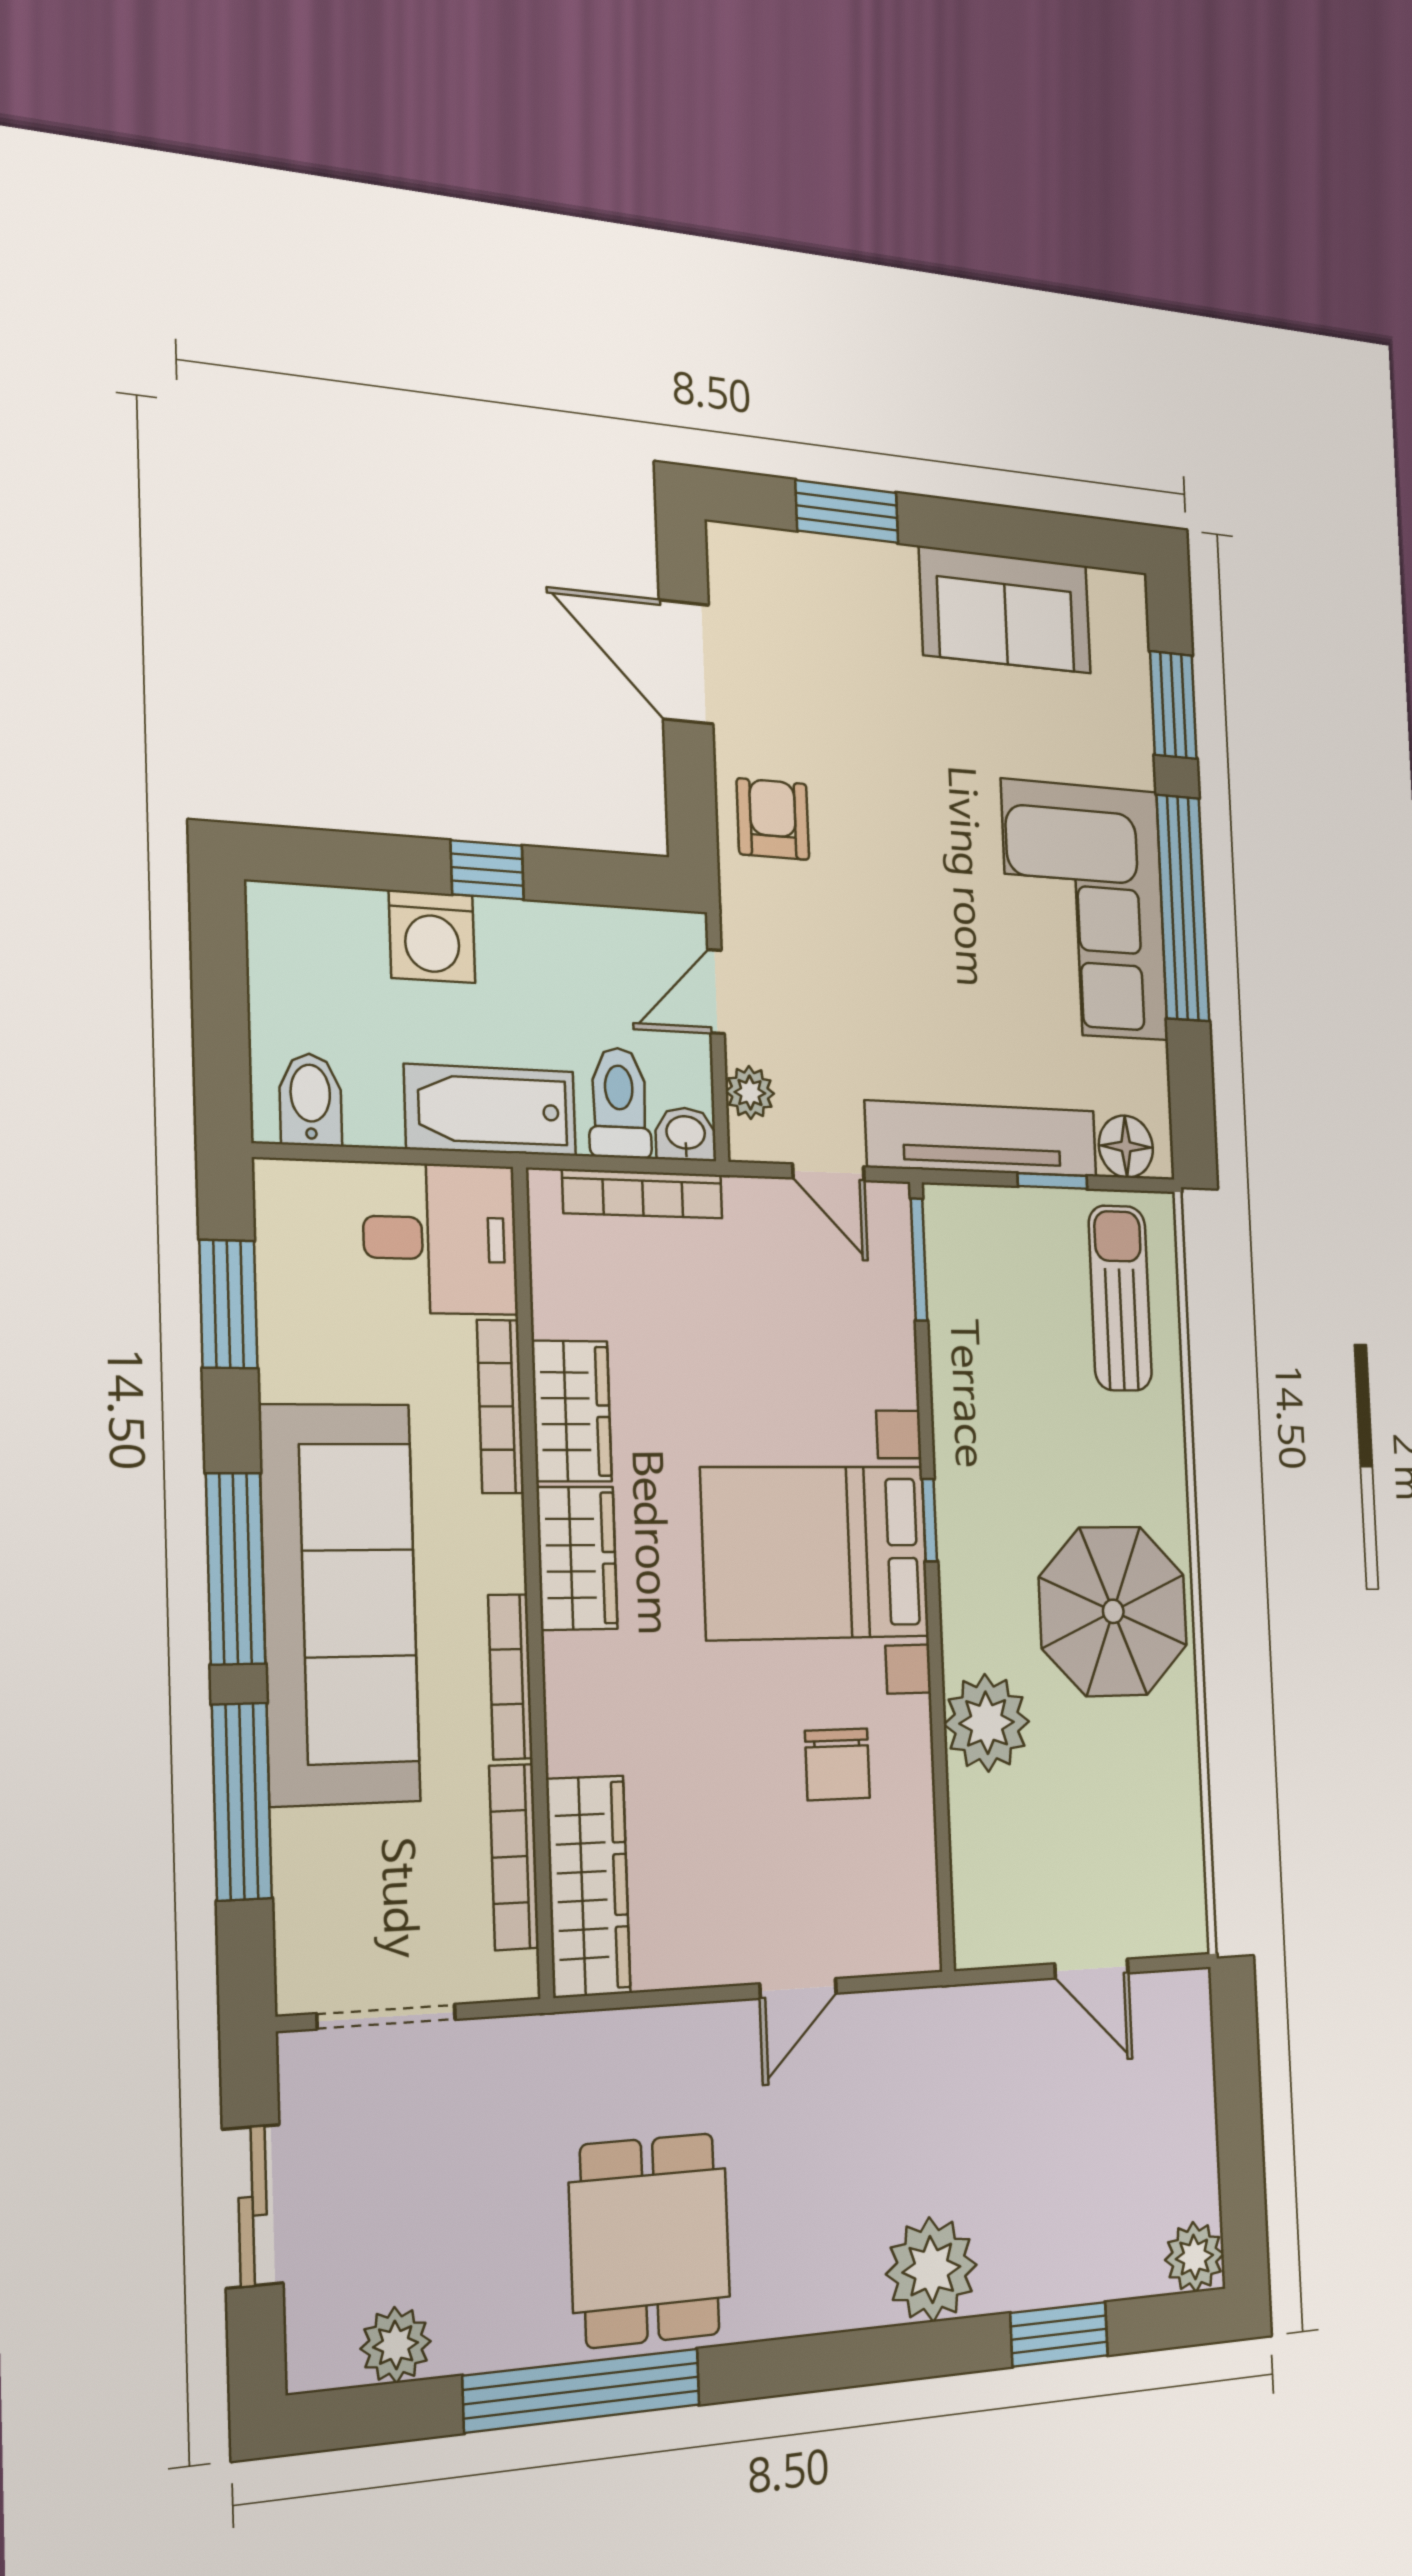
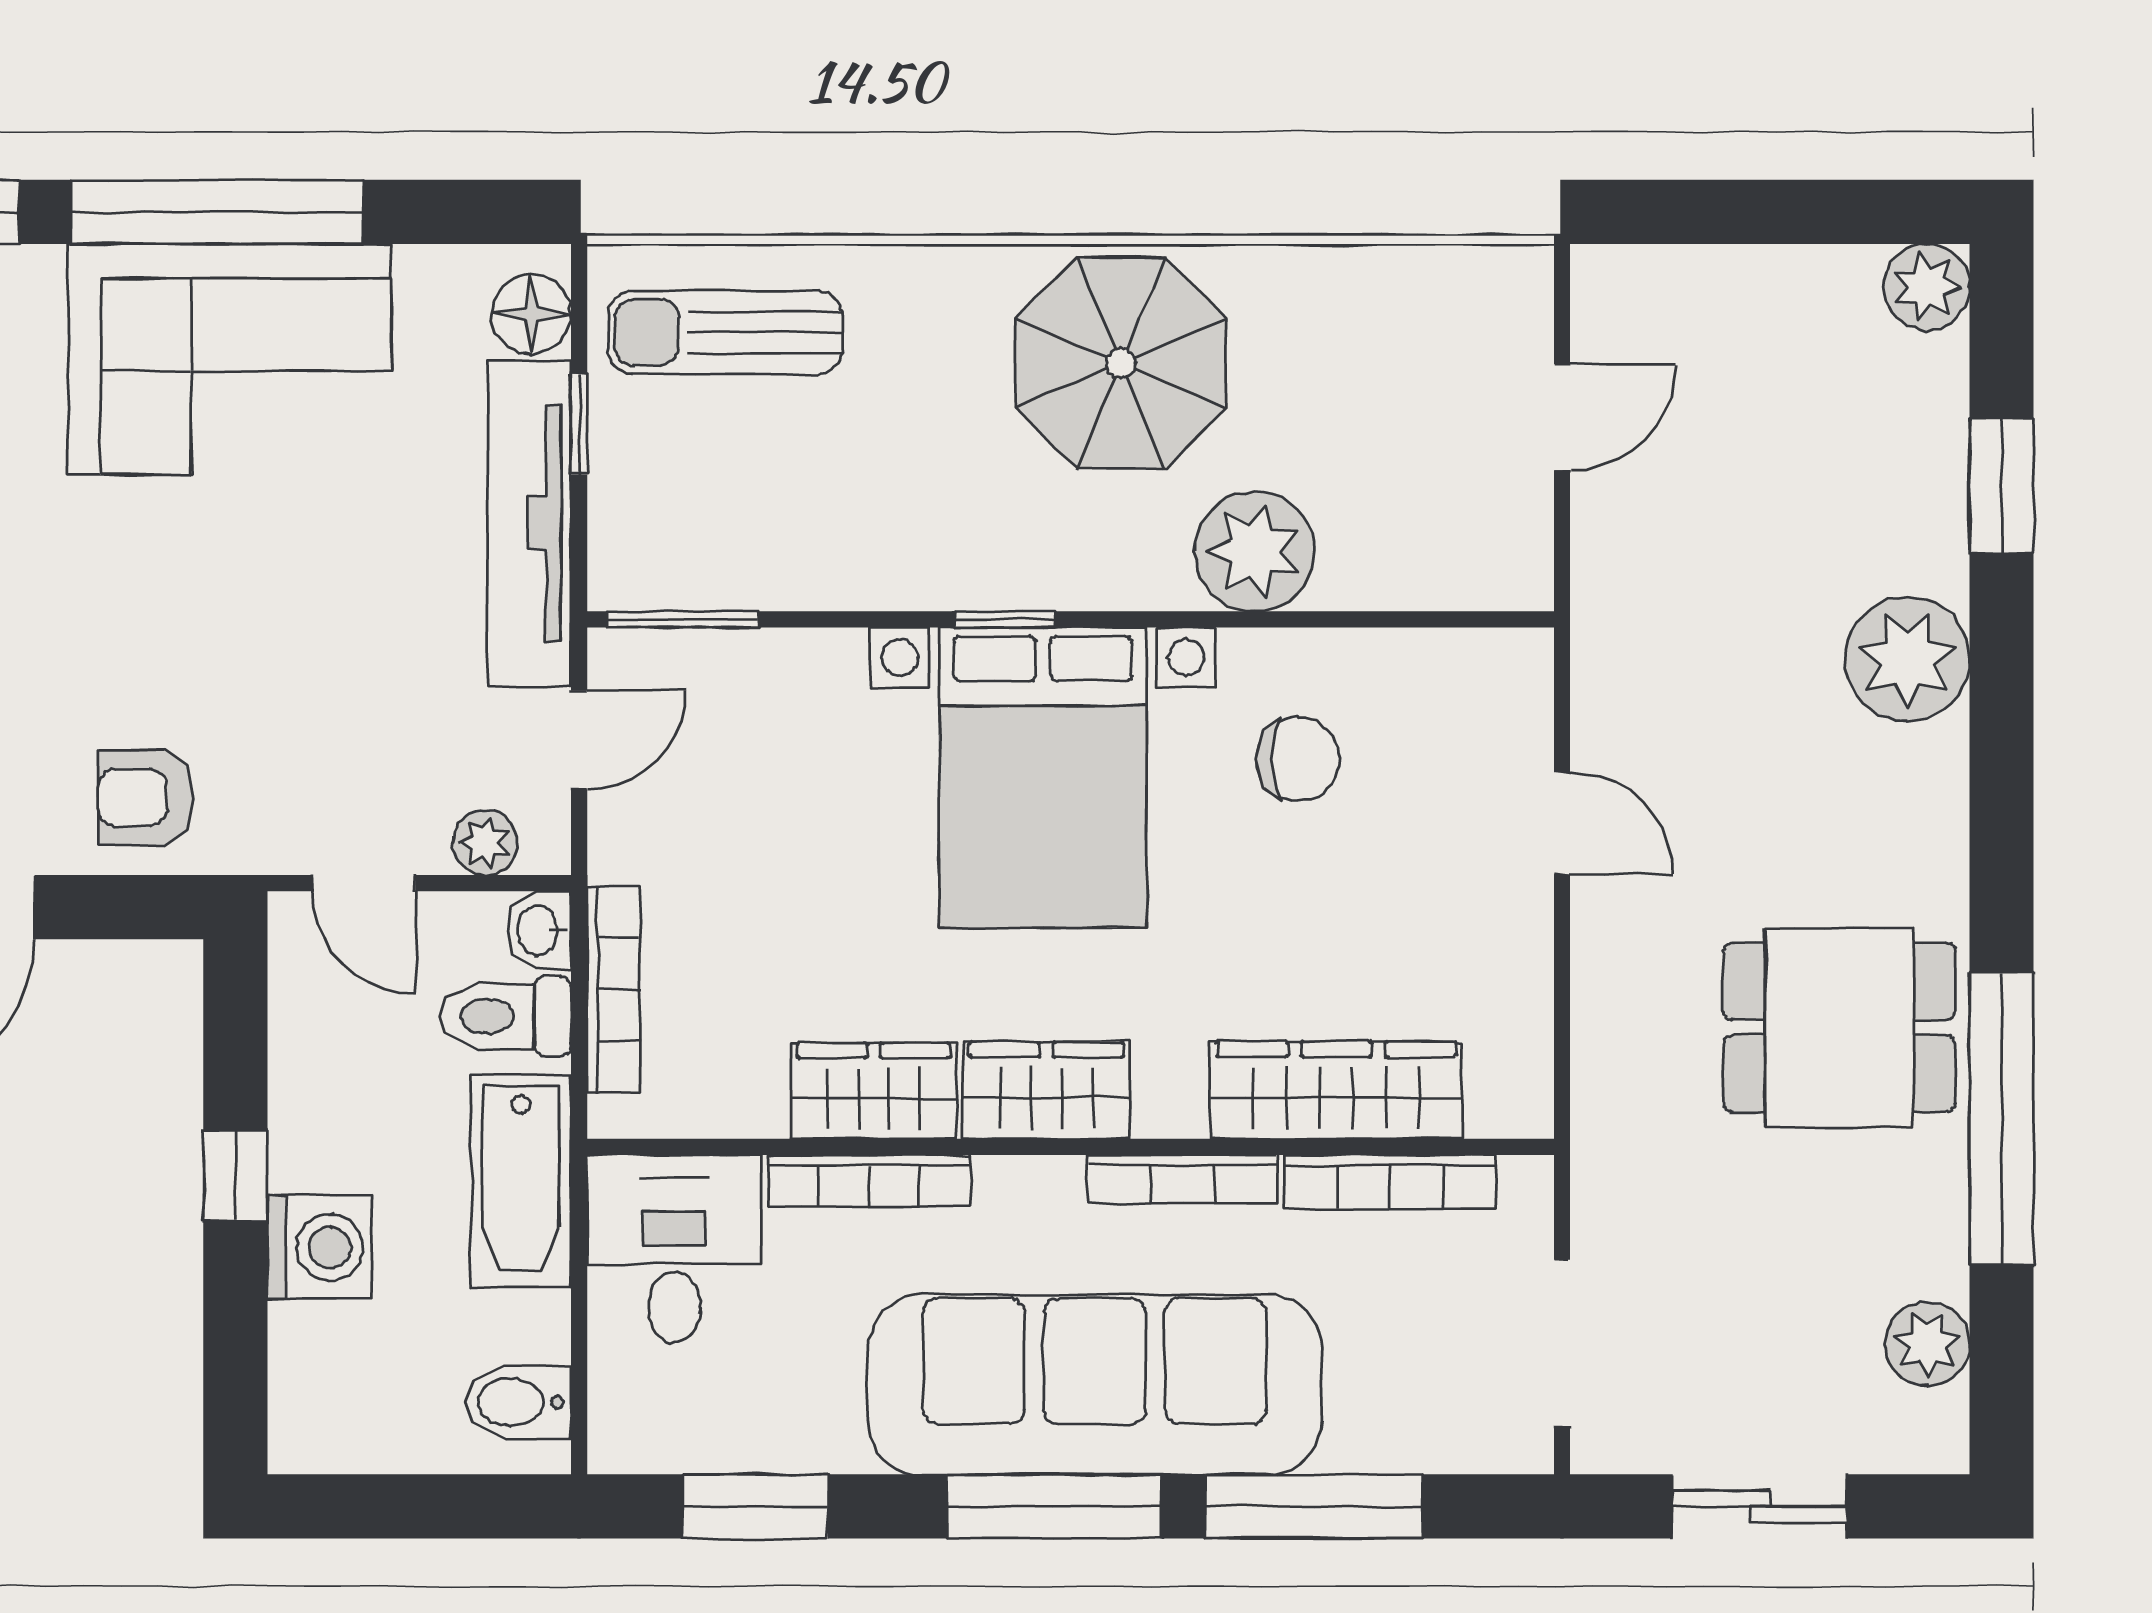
wardrobe: (588, 1886) -> (1336, 1090), moved

